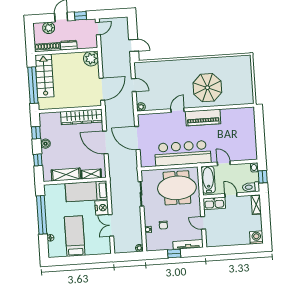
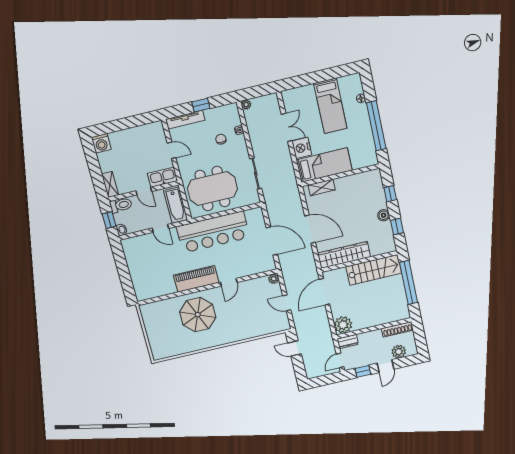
dresser: (69, 45) -> (348, 342), moved
stairs: (44, 76) -> (374, 270), moved, turned -90
shelving: (66, 175) -> (353, 182), removed

